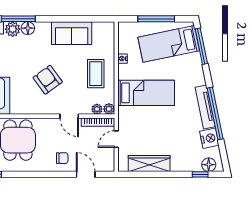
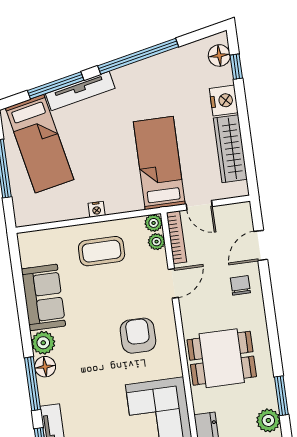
plant: (13, 29) -> (43, 343), moved
window: (201, 46) -> (56, 85), moved
nightstand: (122, 59) -> (97, 209), moved
armchair: (48, 80) -> (138, 336), moved, turned 126
bed: (146, 93) -> (159, 163), moved
tv unit: (205, 107) -> (80, 91), moved
nightstand: (209, 138) -> (224, 101), moved, turned 102

